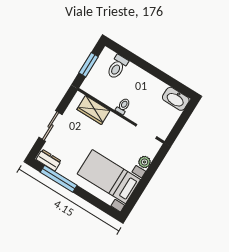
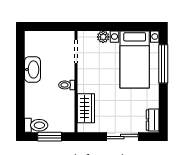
toilet: (117, 67) -> (36, 125), moved
washbasin: (176, 99) -> (32, 69), moved
window: (59, 179) -> (163, 64), moved

